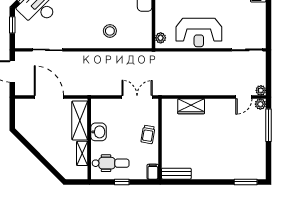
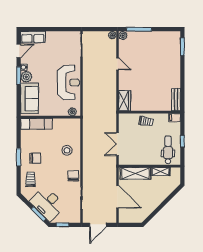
chair: (77, 39) -> (73, 176), added
door: (49, 97) -> (118, 197), swing flipped
double door: (137, 97) -> (118, 144), moved
door: (244, 97) -> (118, 64), moved
wardrobe: (191, 106) -> (125, 101), moved
washbasin: (98, 132) -> (144, 159), removed

